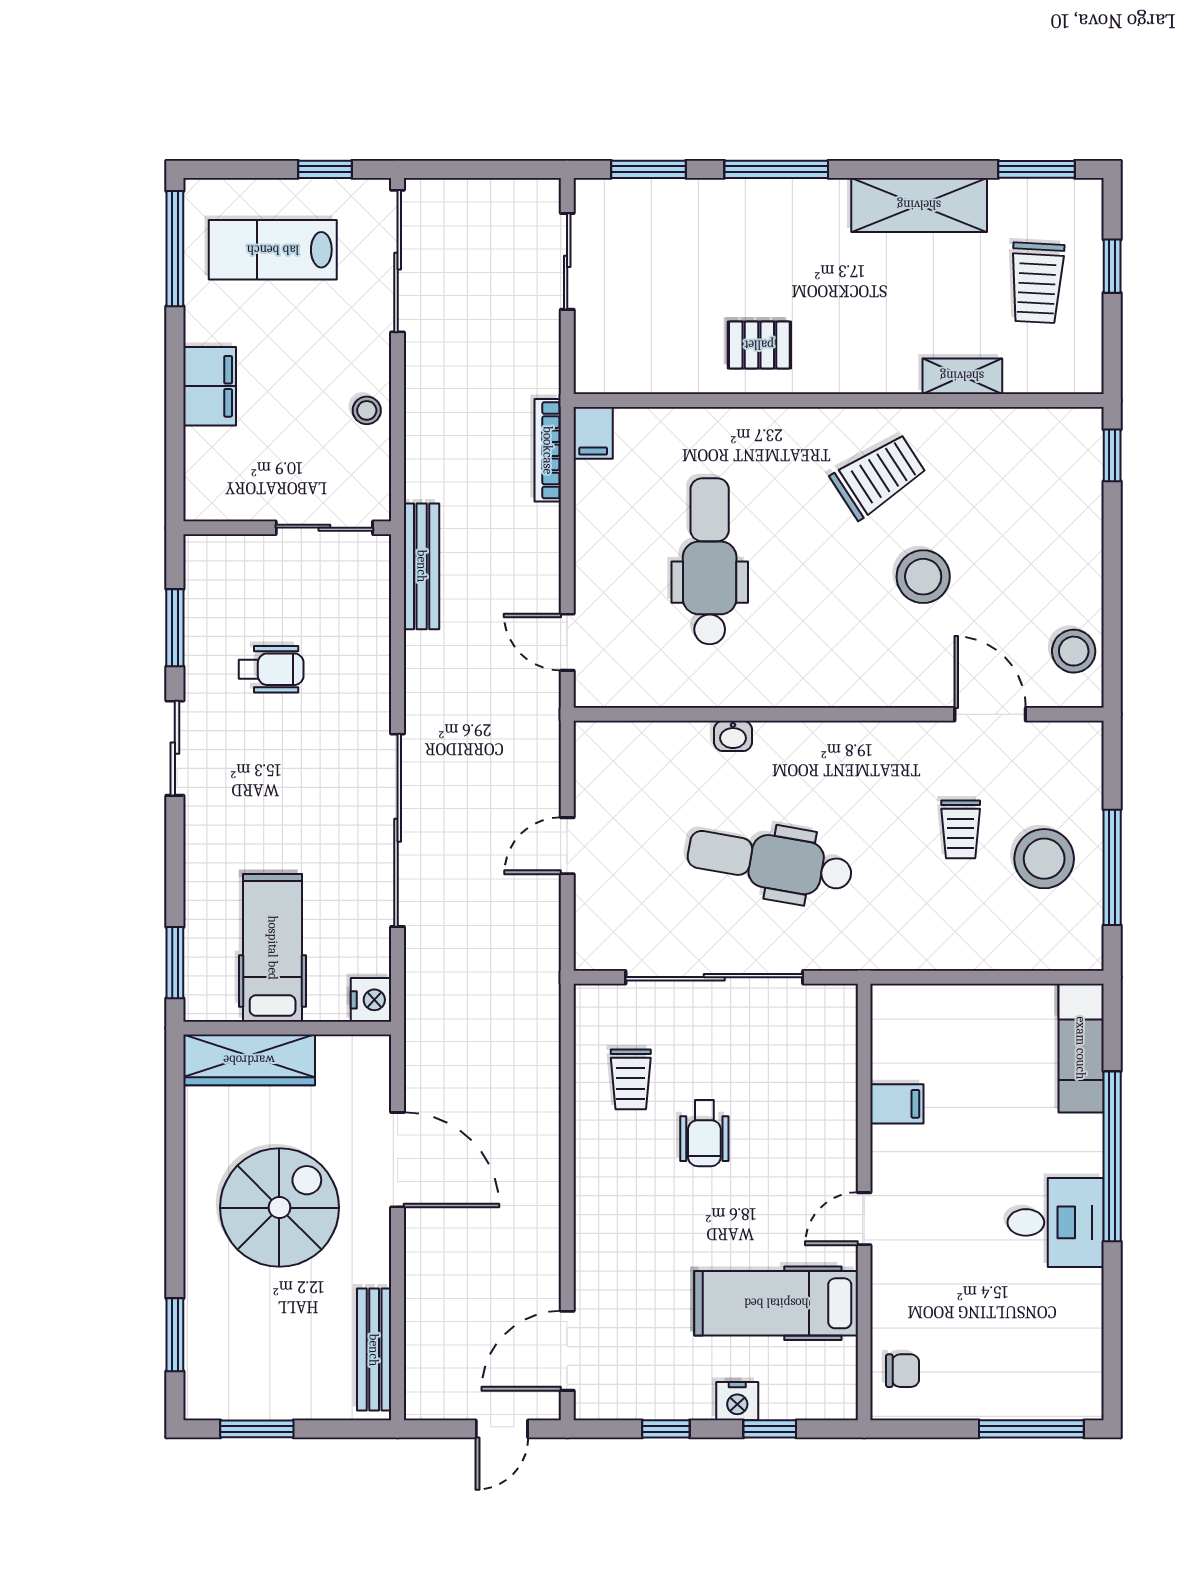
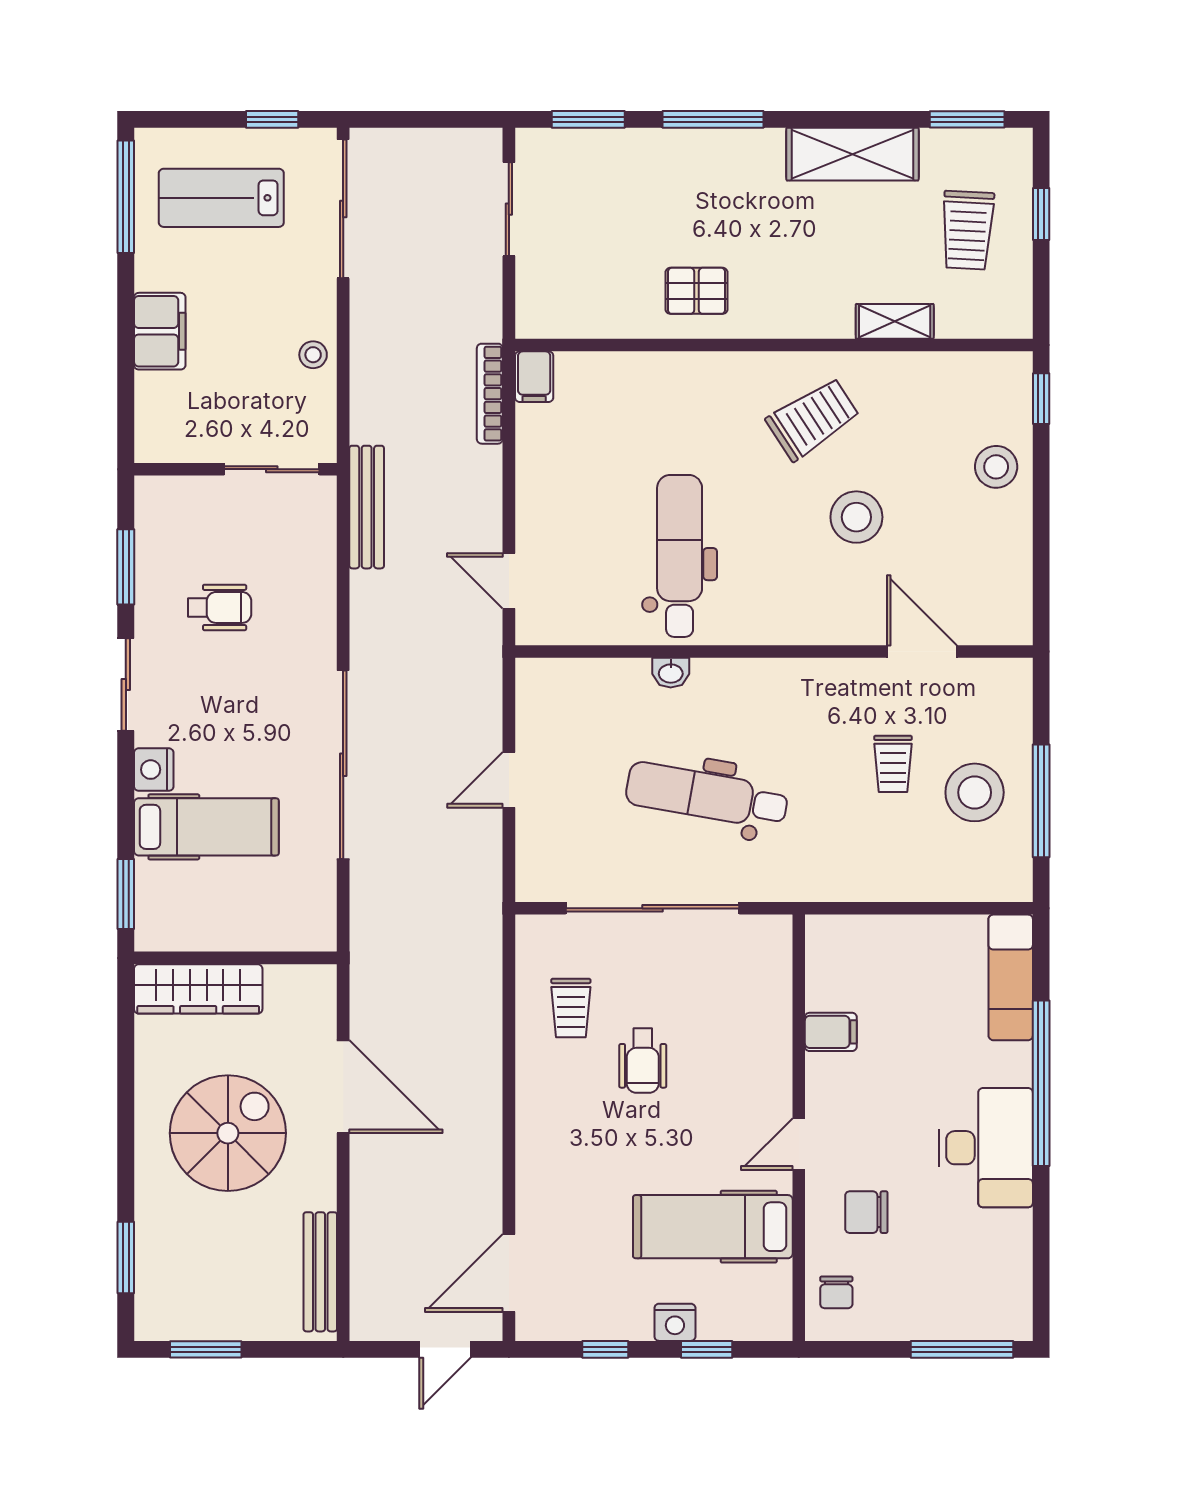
dental chair: (710, 561) -> (680, 556), moved
stool: (1074, 651) -> (996, 467), moved
hospital bed: (273, 948) -> (206, 827), moved, turned 90
nightstand: (371, 1000) -> (154, 770), moved, turned 180
desk: (1056, 1222) -> (986, 1148), width x1.37
chair: (933, 1288) -> (866, 1212), added
chair: (903, 1371) -> (836, 1292), turned 90

